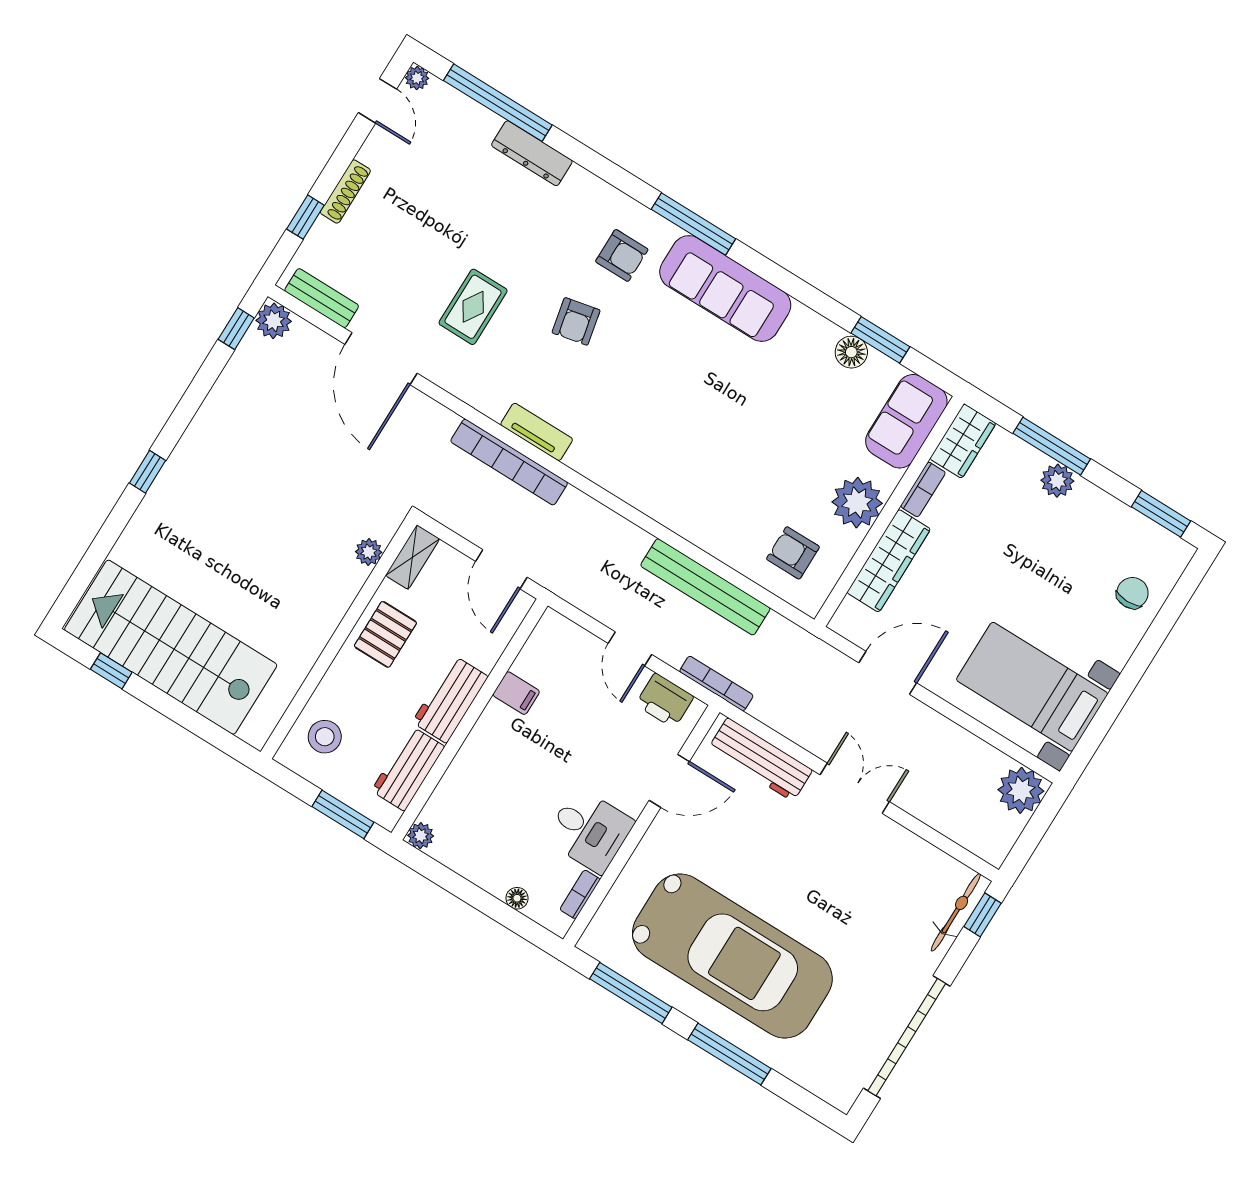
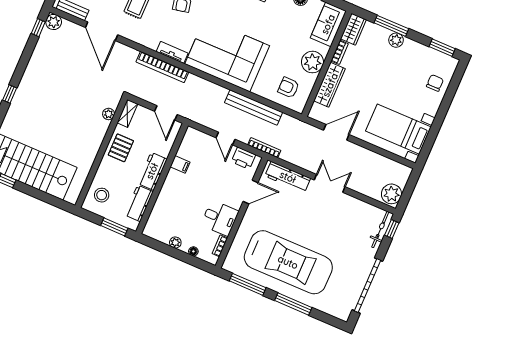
corner sofa: (663, 457) -> (227, 55), added
plant: (1021, 790) -> (391, 194), moved
plant: (421, 836) -> (175, 243), moved

